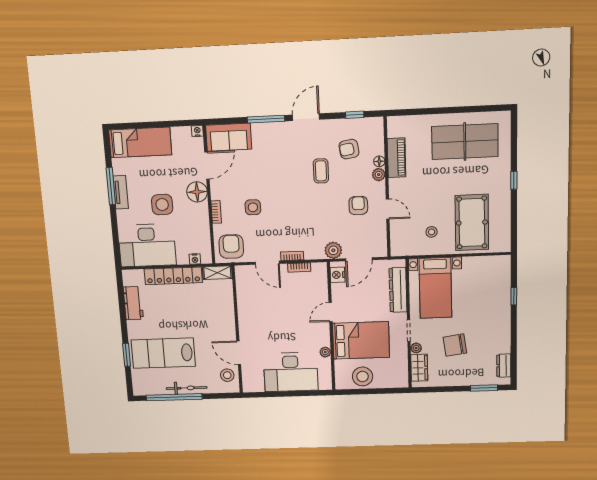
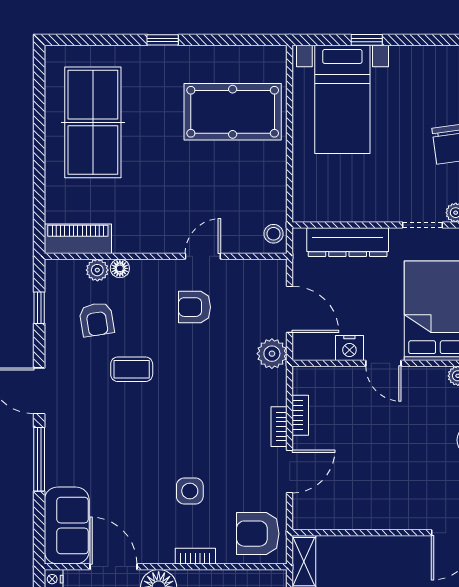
piano: (397, 158) -> (78, 239), moved
plant: (379, 175) -> (97, 270), moved
stool: (432, 232) -> (274, 234), moved
nightstand: (338, 275) -> (349, 348), moved
bed with nightstands: (435, 288) -> (342, 99), moved, turned 90

